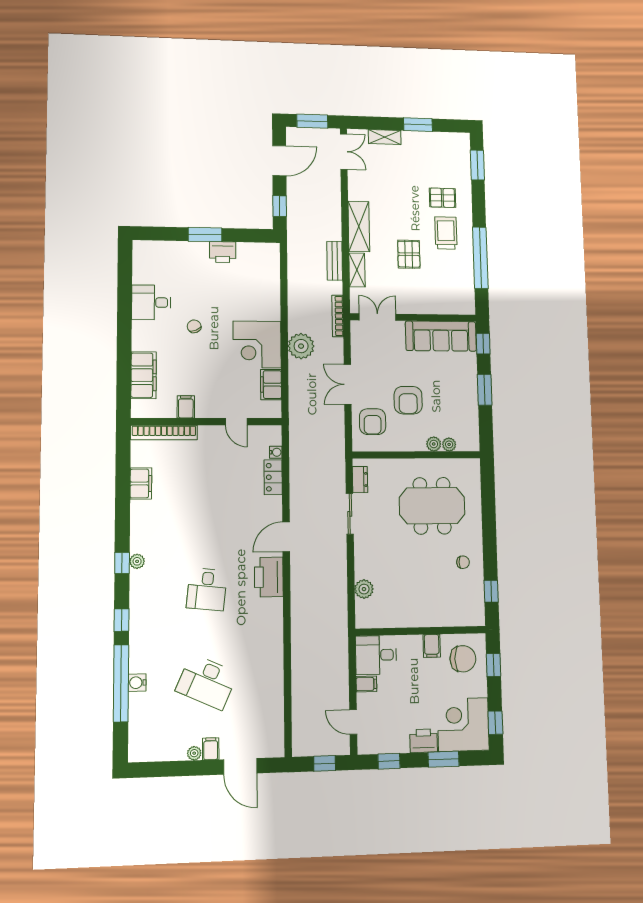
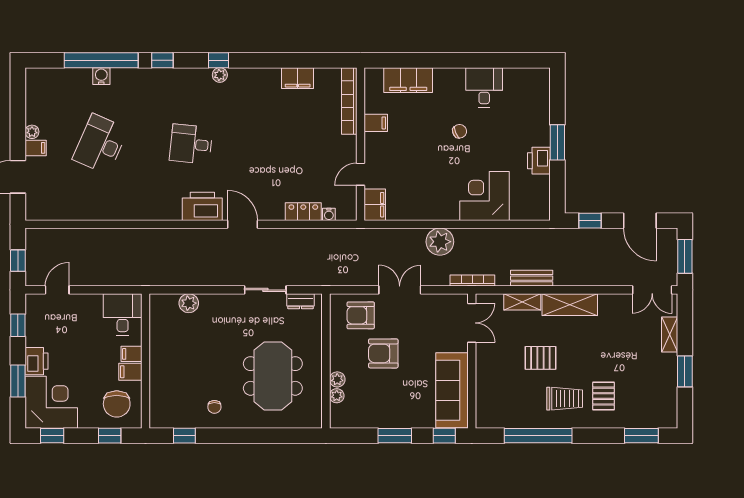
corner desk: (257, 344) -> (484, 196), moved
filing cabinet: (271, 385) -> (375, 205), moved, turned 90
filing cabinet: (366, 684) -> (131, 354), moved, turned 90

